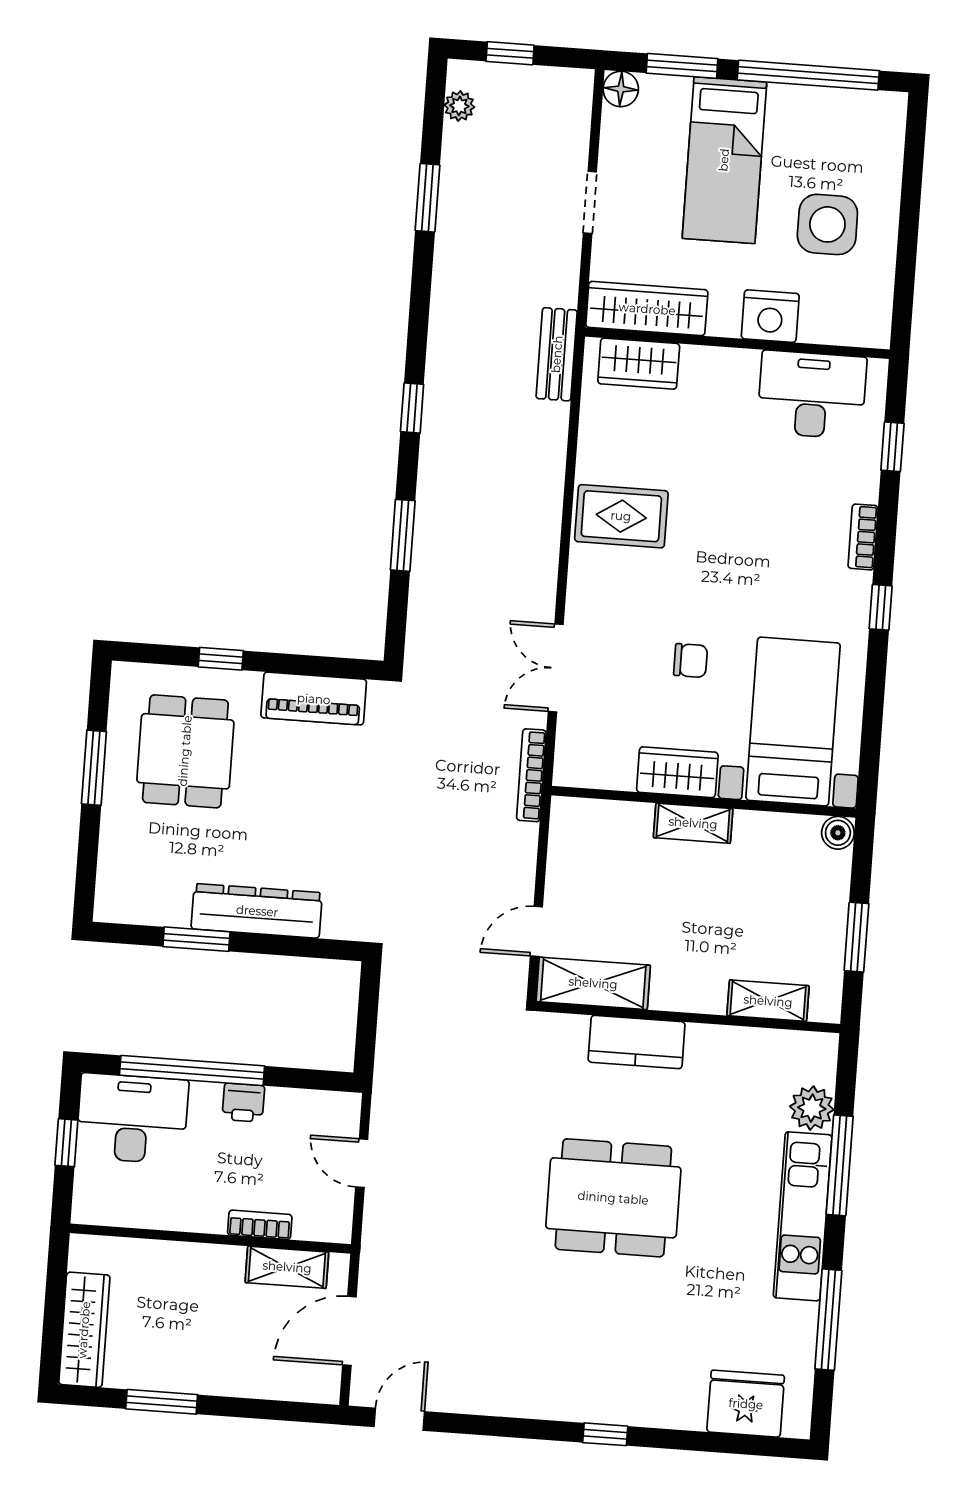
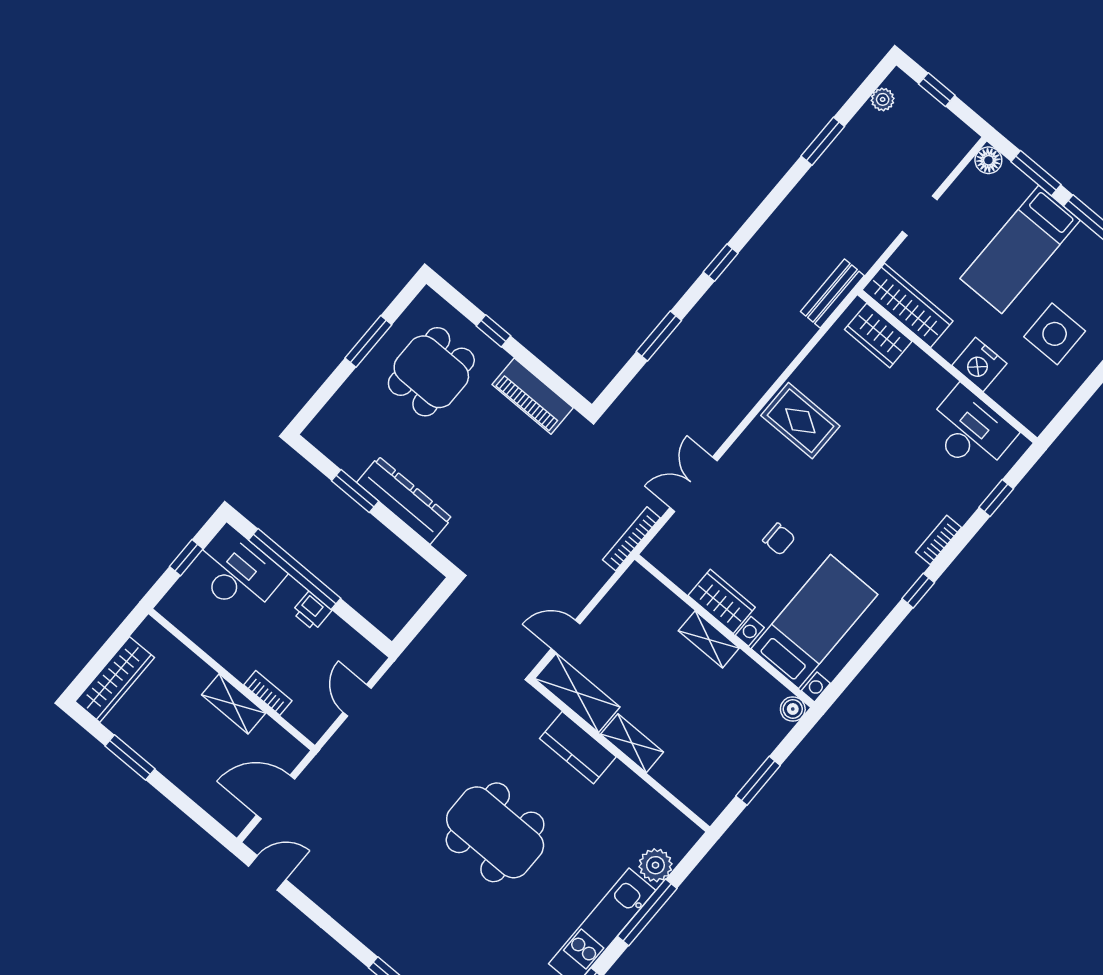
shelving: (768, 1001) -> (632, 743), moved
shelving: (287, 1267) -> (234, 704), moved

